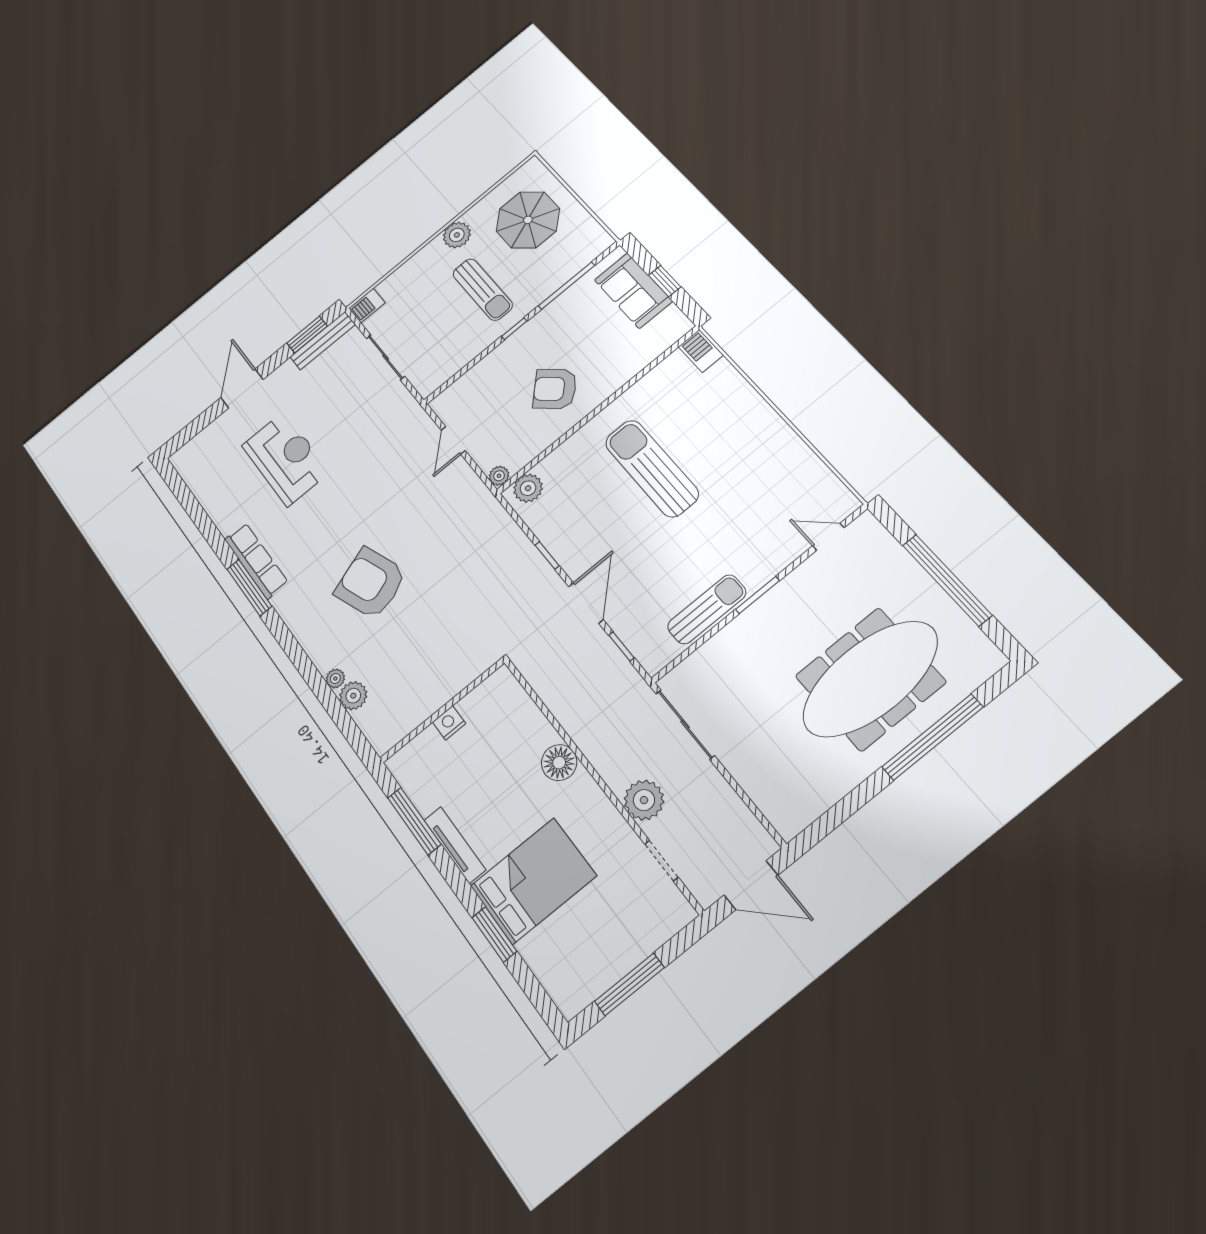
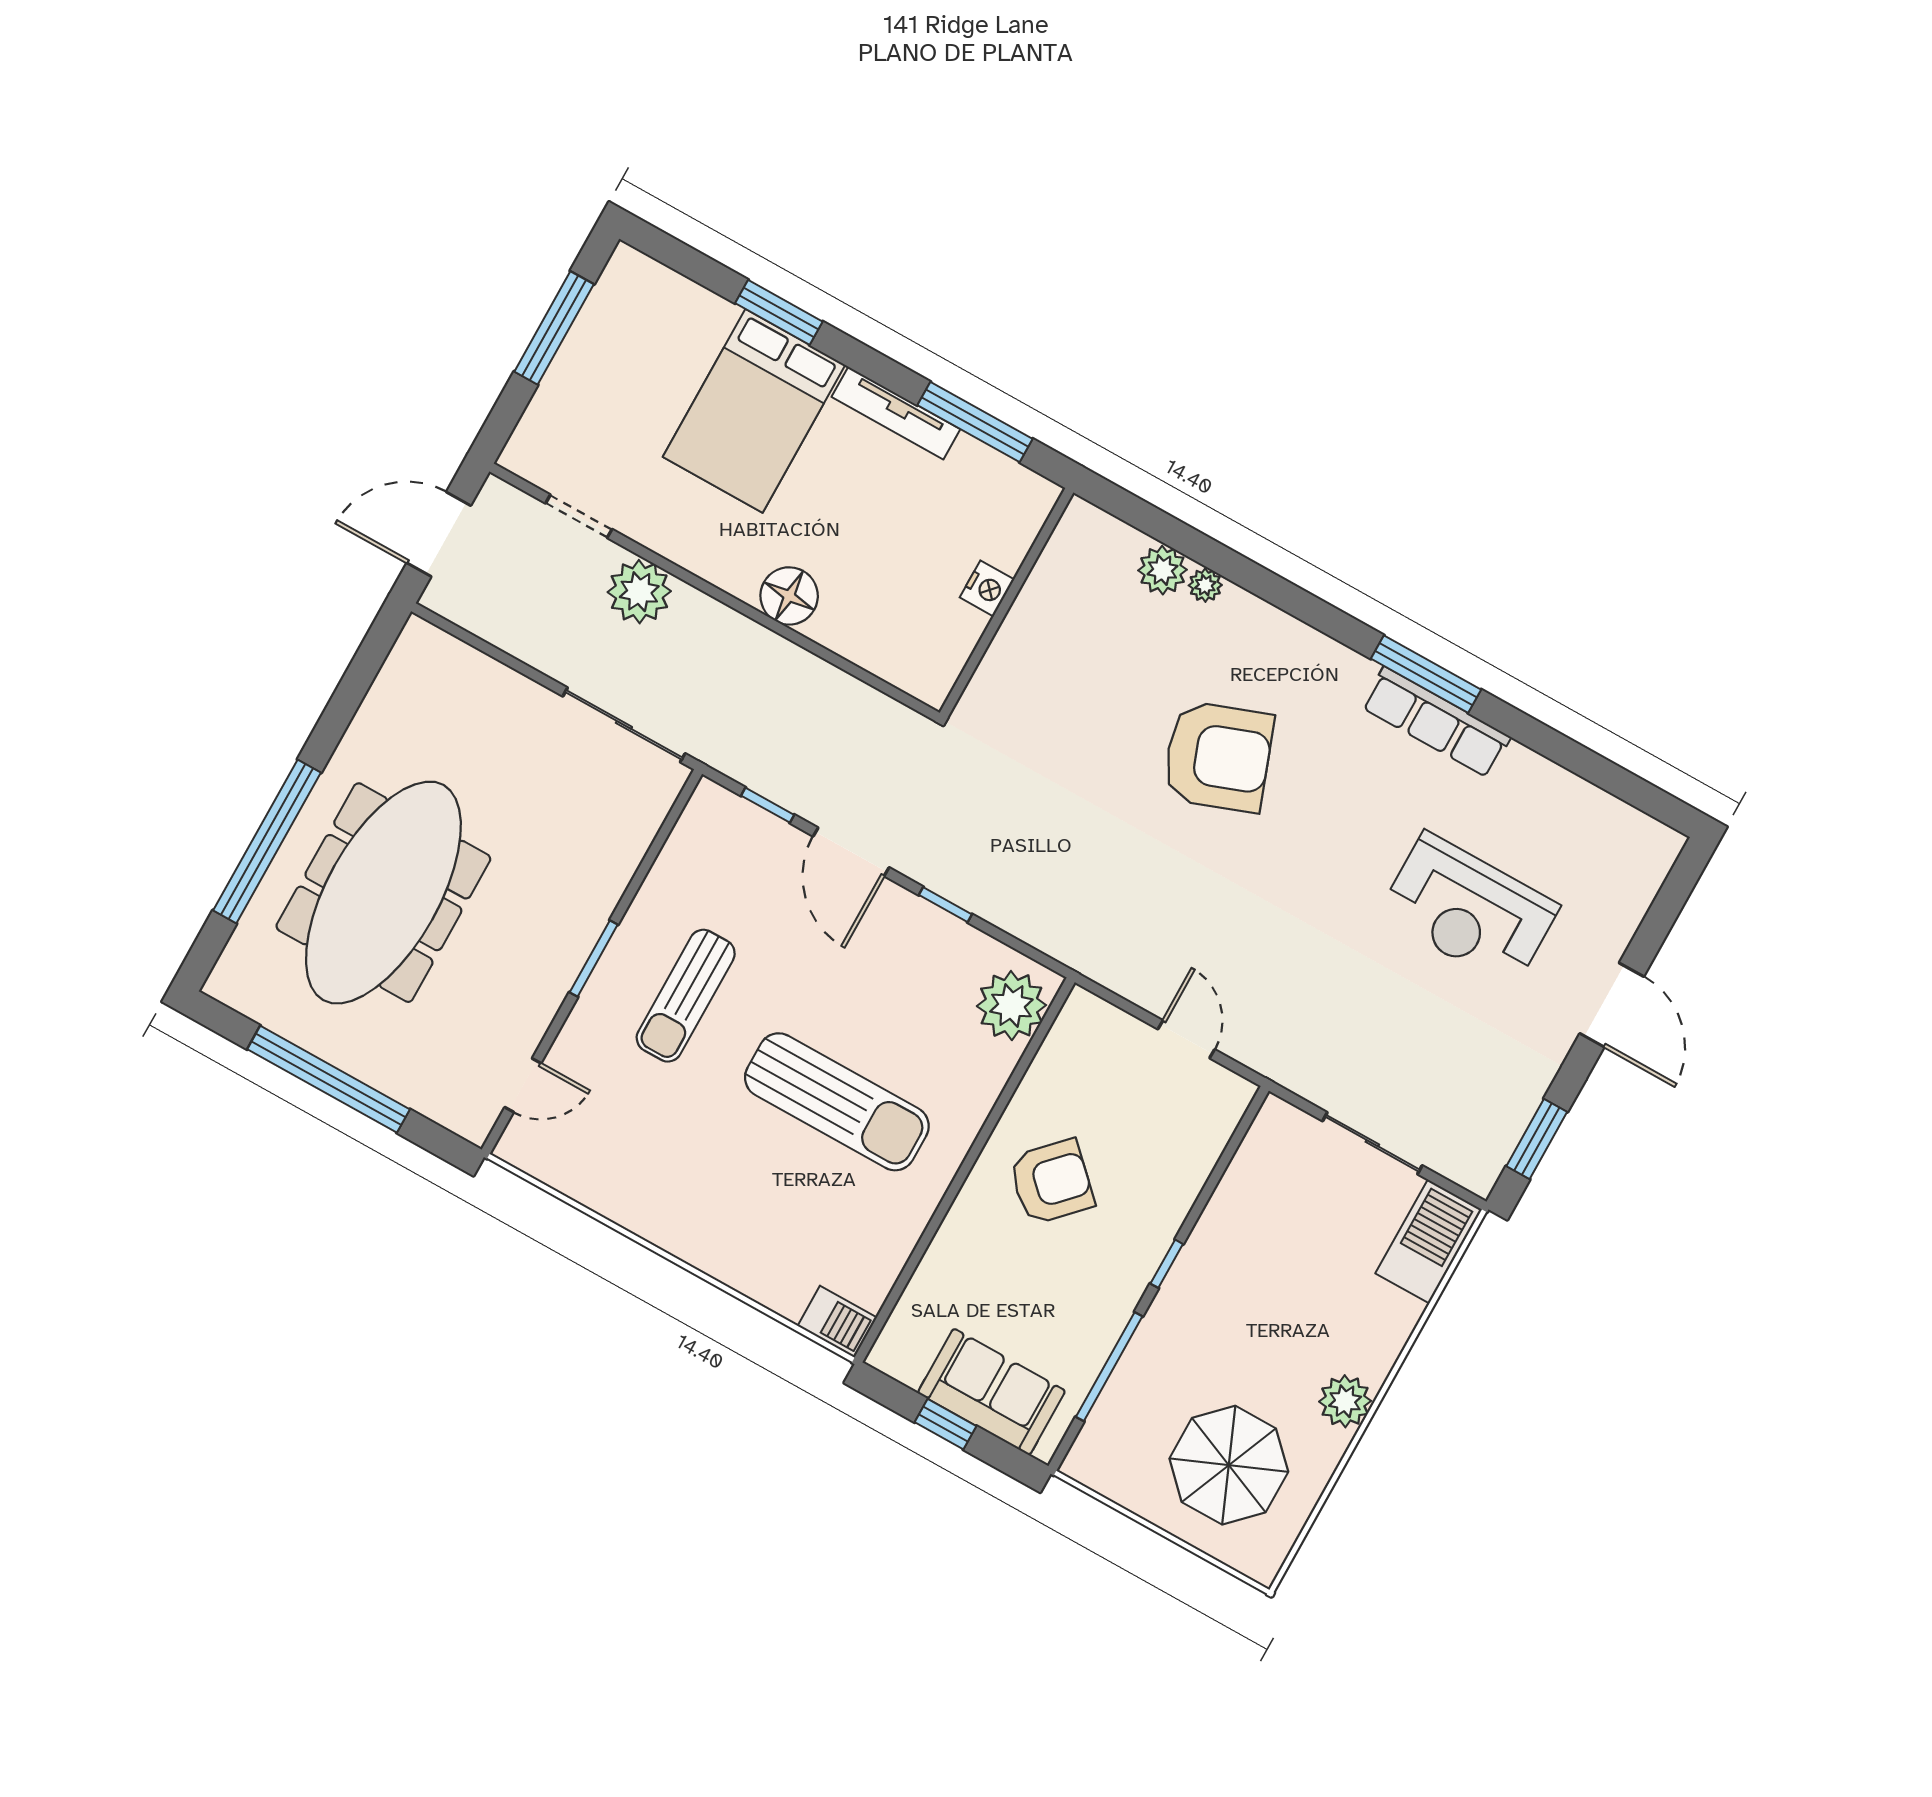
sun lounger: (483, 290) -> (1253, 1316), removed
barbecue: (367, 306) -> (1429, 1242), width x1.88, depth x1.53
bench: (323, 341) -> (1502, 1137), removed
plant: (499, 476) -> (1082, 1006), removed
plant: (528, 488) -> (1011, 1006), width x1.36, depth x1.36
sun lounger: (707, 609) -> (686, 996), moved

